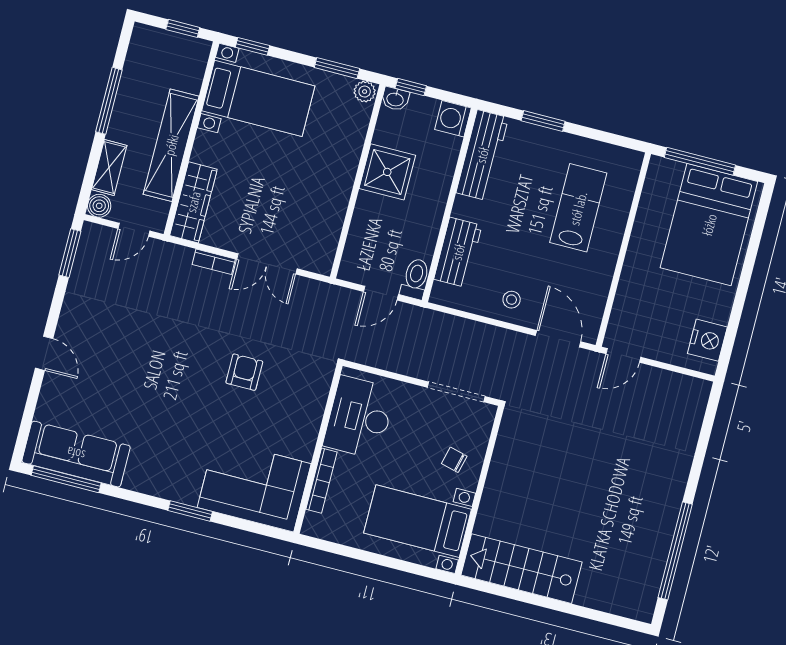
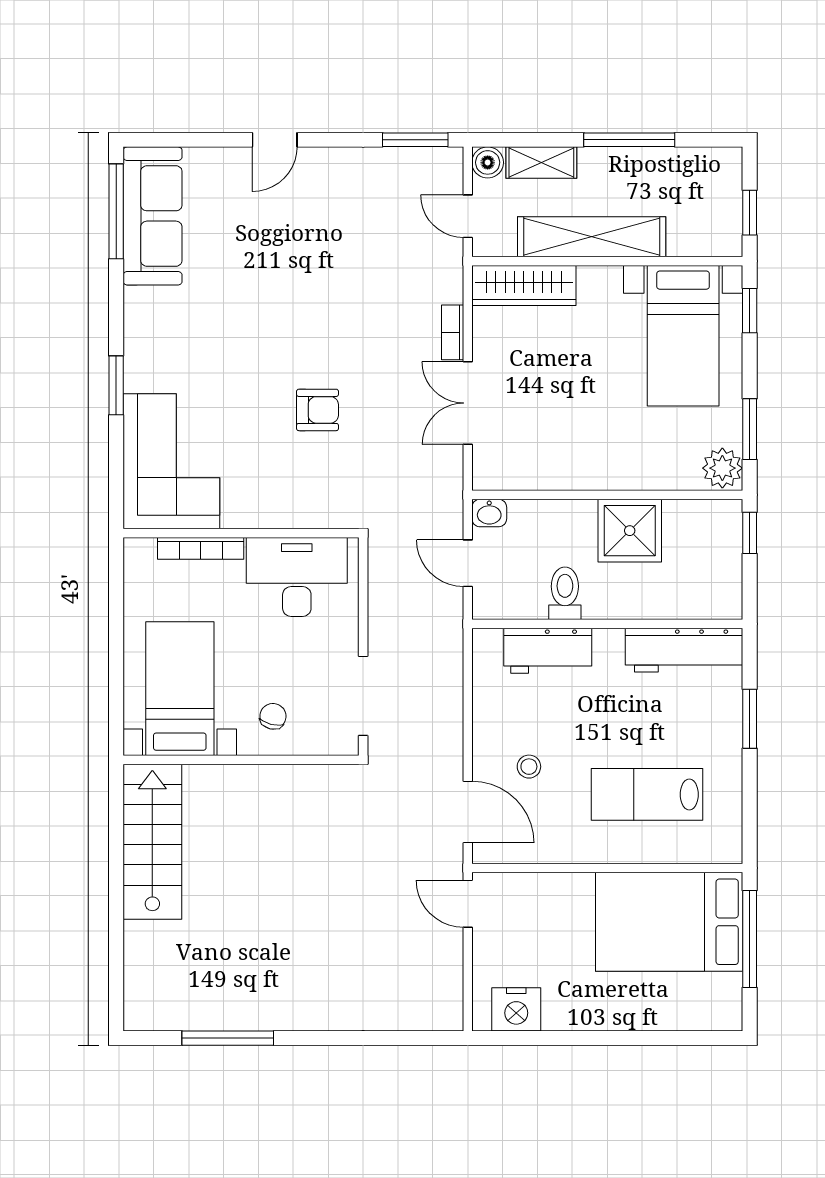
plant: (365, 92) -> (722, 468), width x1.38, depth x1.38
washbasin: (395, 99) -> (489, 513), moved, turned -90
washing machine: (453, 119) -> (722, 599), removed
lab bench: (578, 208) -> (647, 794), turned 180
bed: (709, 225) -> (669, 922), moved
toilet: (415, 279) -> (565, 593), moved, turned -90
stool: (512, 300) -> (529, 767), moved
door: (558, 339) -> (468, 812), hinge flipped
window: (675, 551) -> (228, 1038), width x0.68

